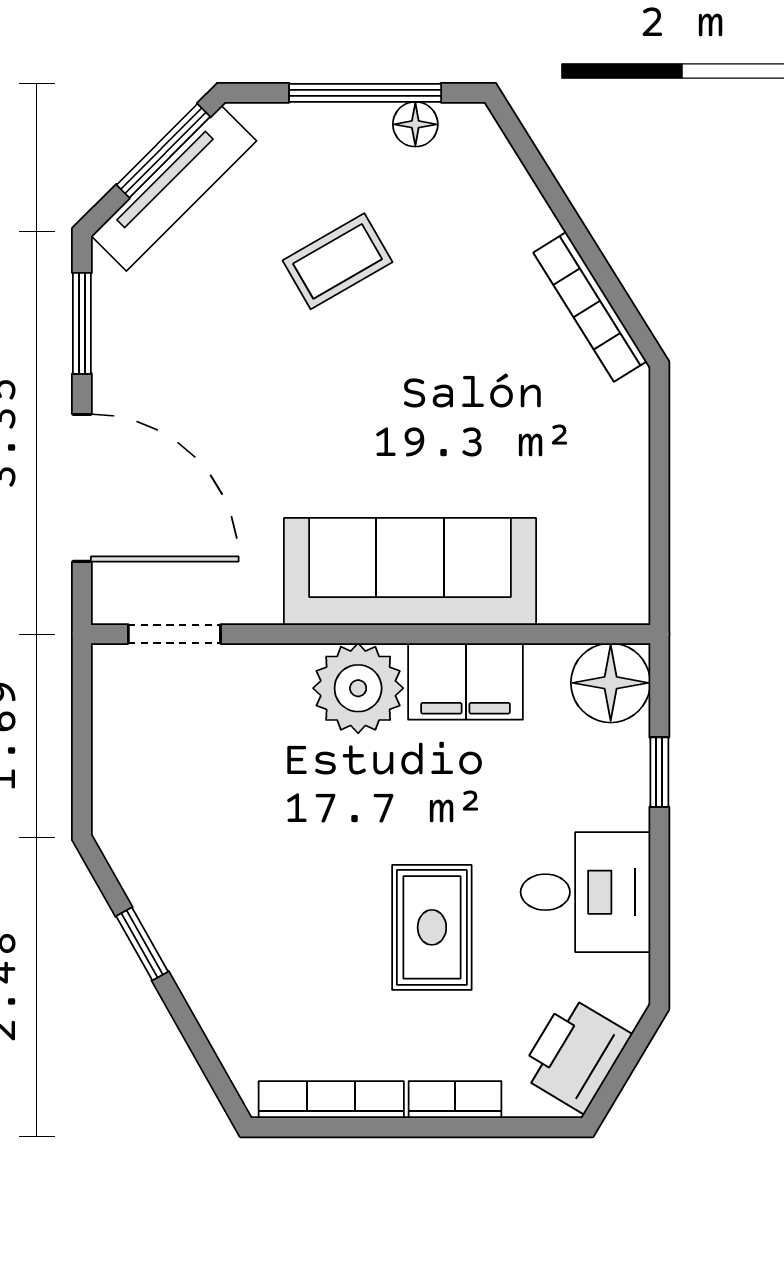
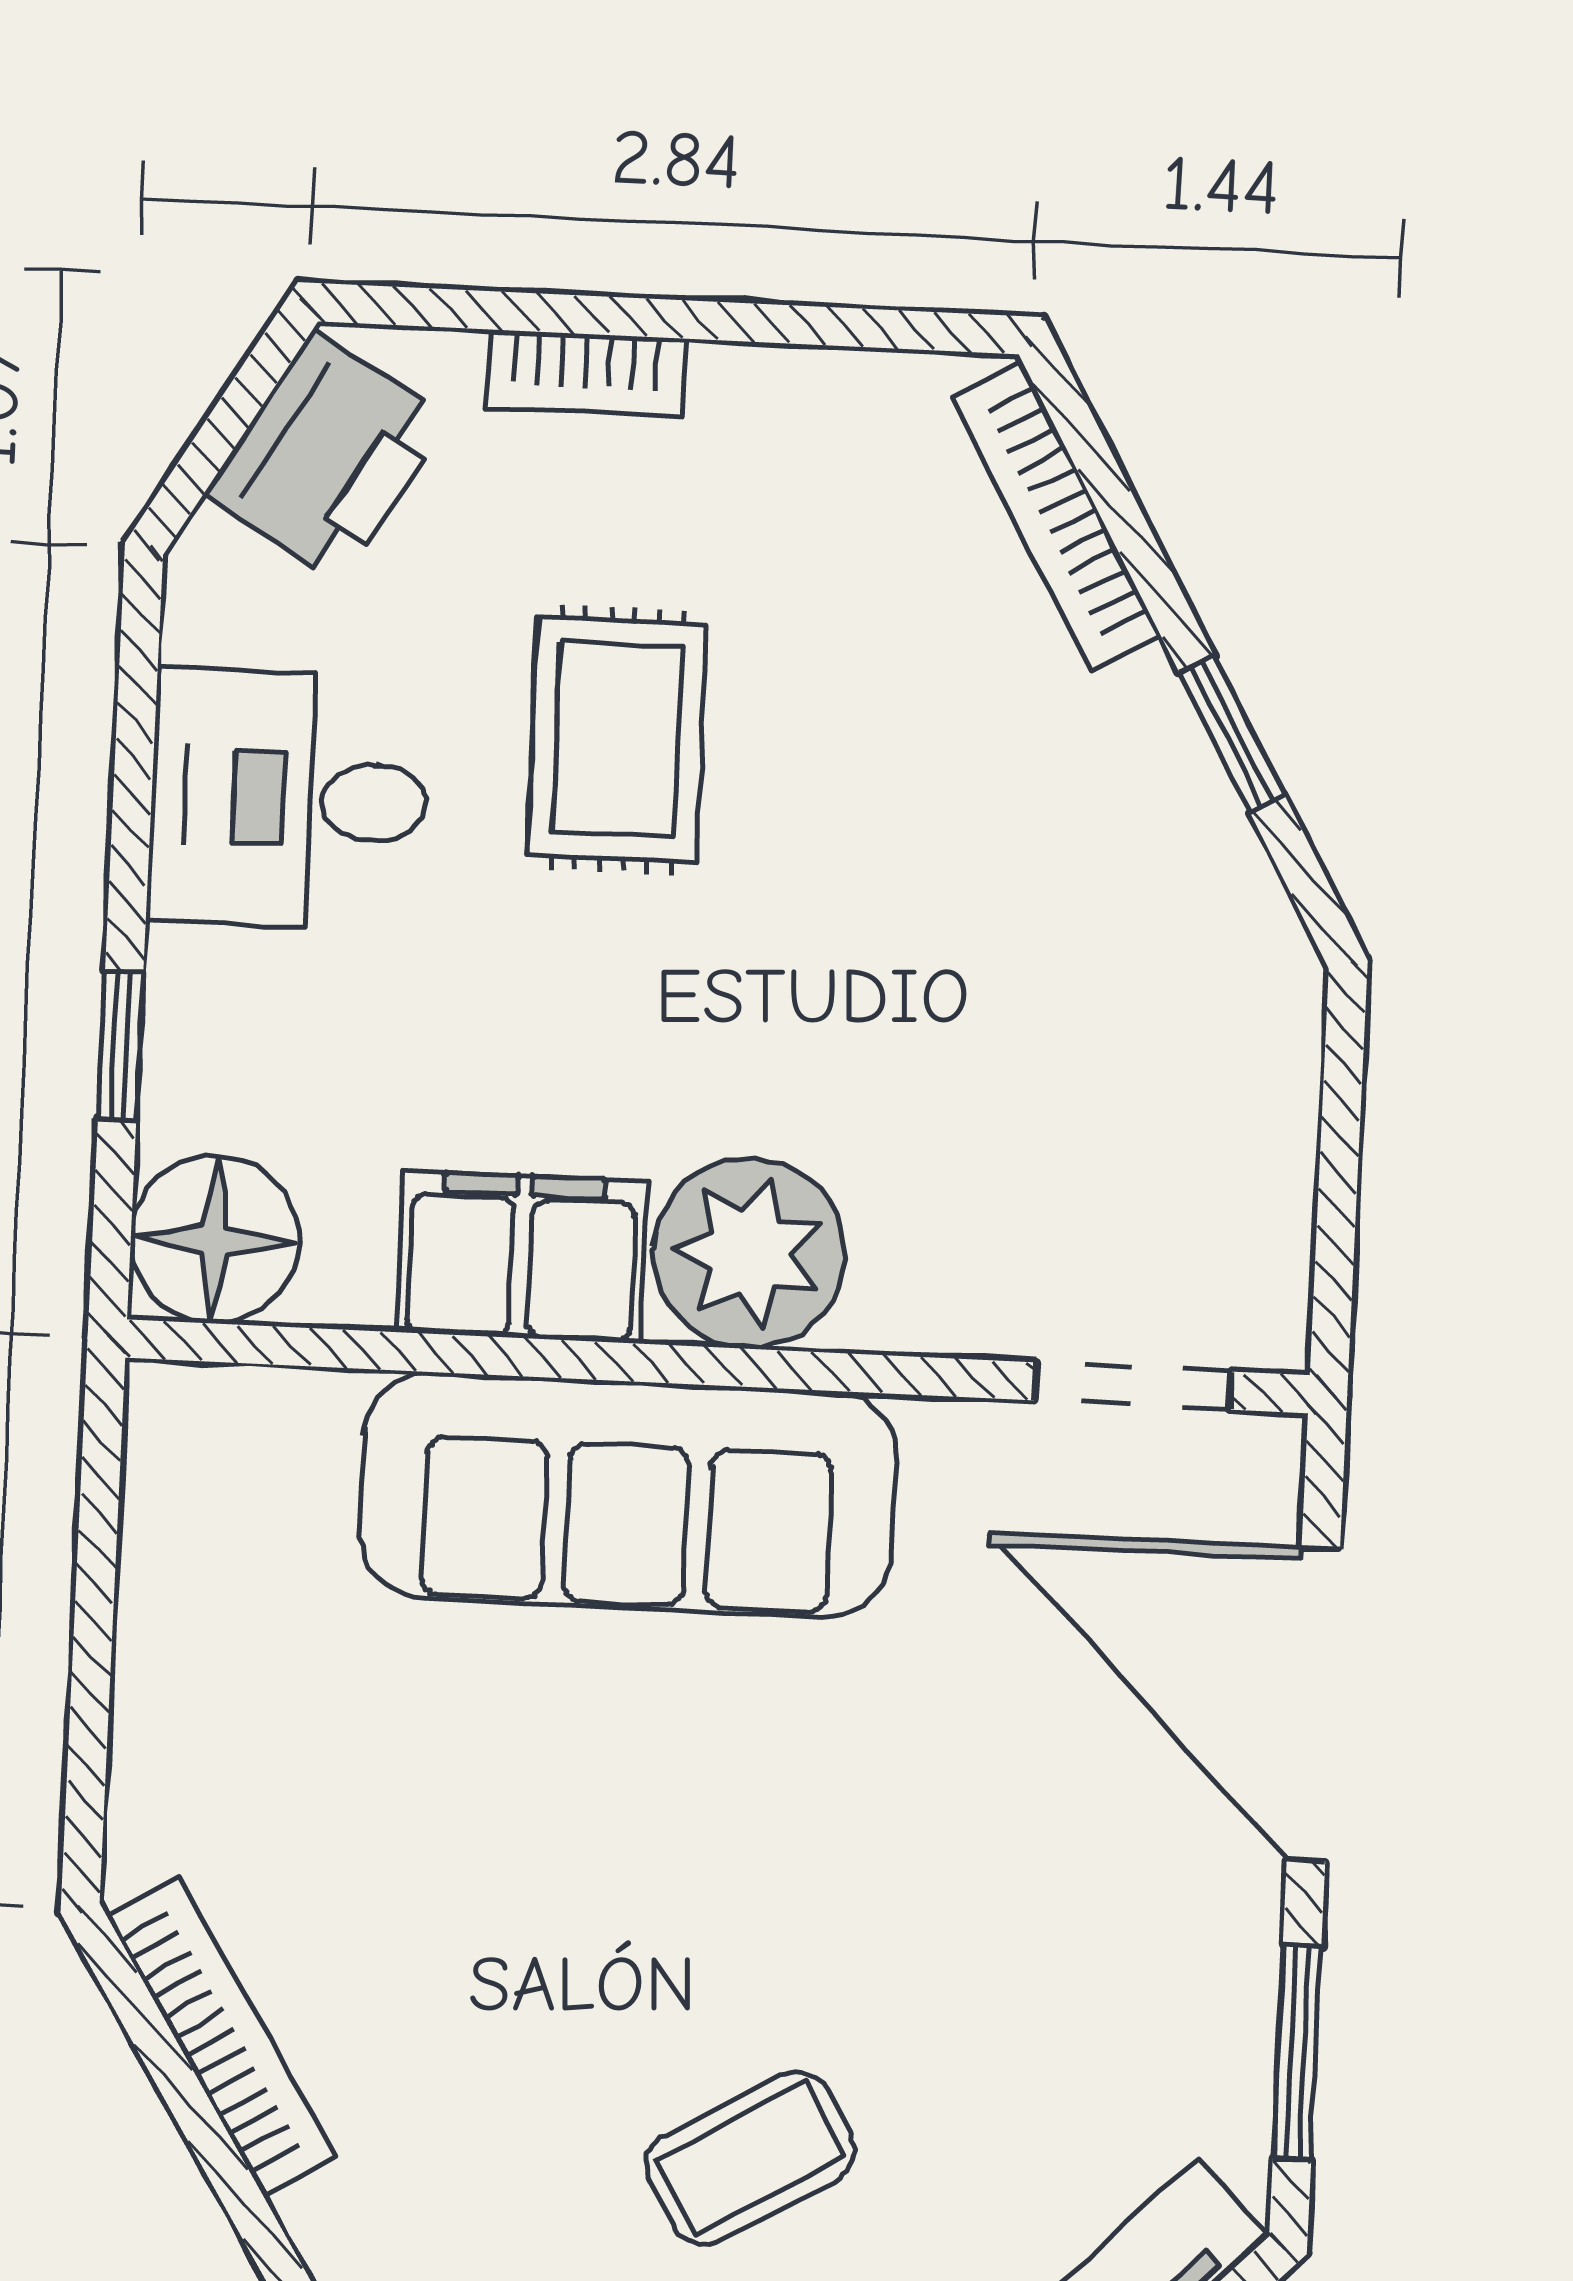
bookcase: (331, 1100) -> (1057, 516), moved, turned 61

